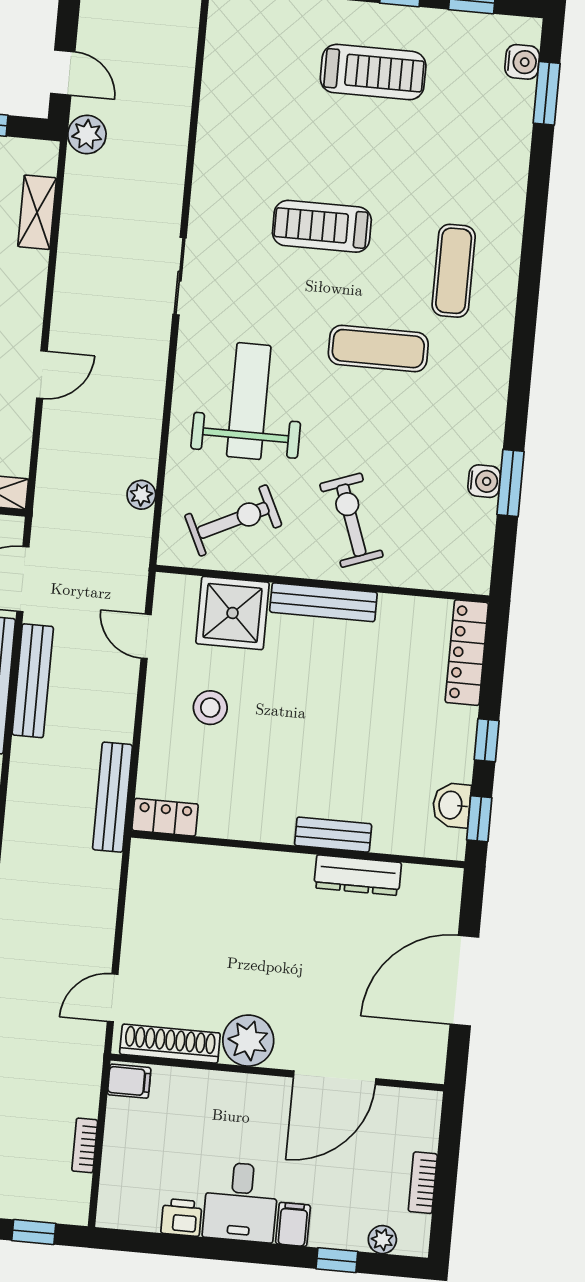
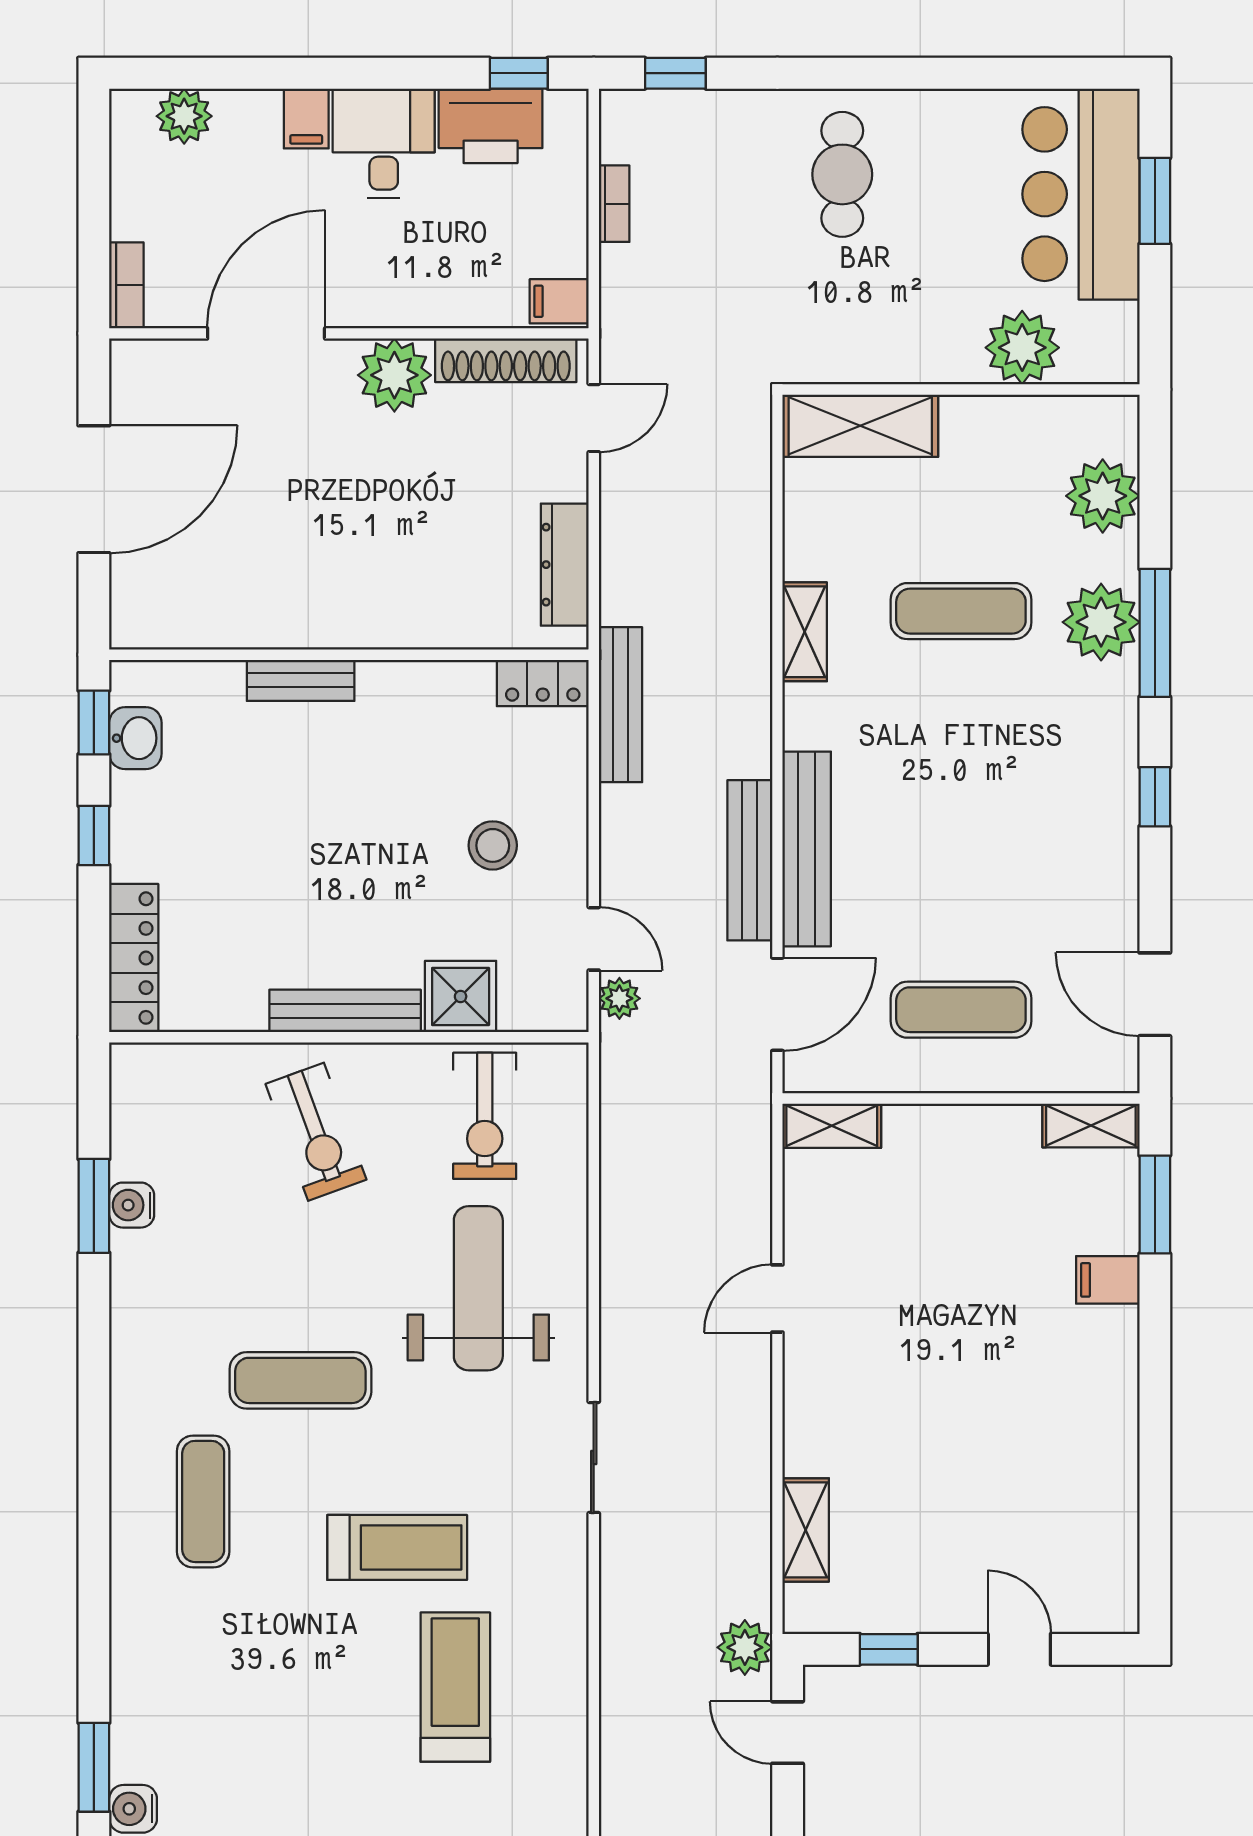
treadmill: (373, 72) -> (455, 1687), moved, turned 90
weight bench: (249, 401) -> (478, 1288), turned 180
plant: (141, 495) -> (619, 998), moved
exercise bike: (233, 520) -> (485, 1116), turned -64
shower: (233, 613) -> (461, 996), width x0.73, depth x0.73
dresser: (358, 875) -> (565, 565), moved, turned -90
bookcase: (423, 1183) -> (126, 285), moved
printer: (181, 1217) -> (491, 126), width x1.87, depth x1.48
plant: (382, 1240) -> (184, 116), width x1.38, depth x1.38
window: (337, 1260) -> (519, 73), moved

